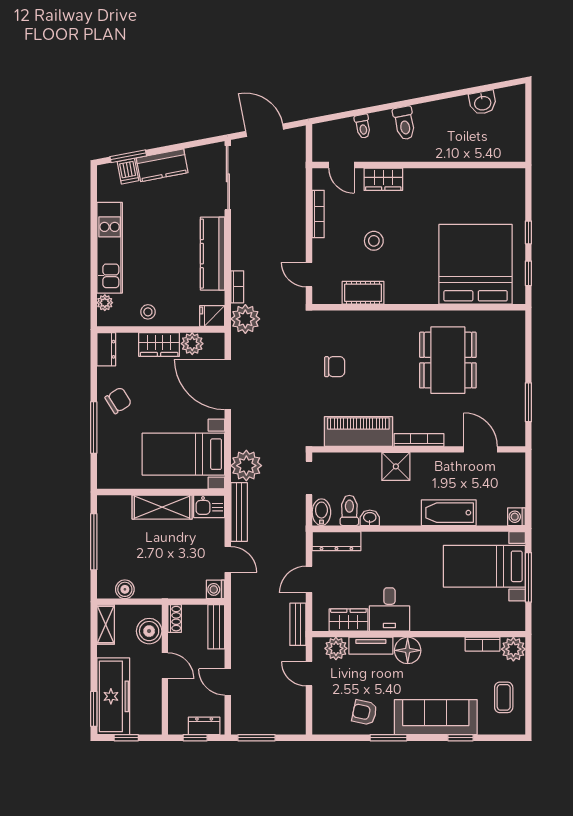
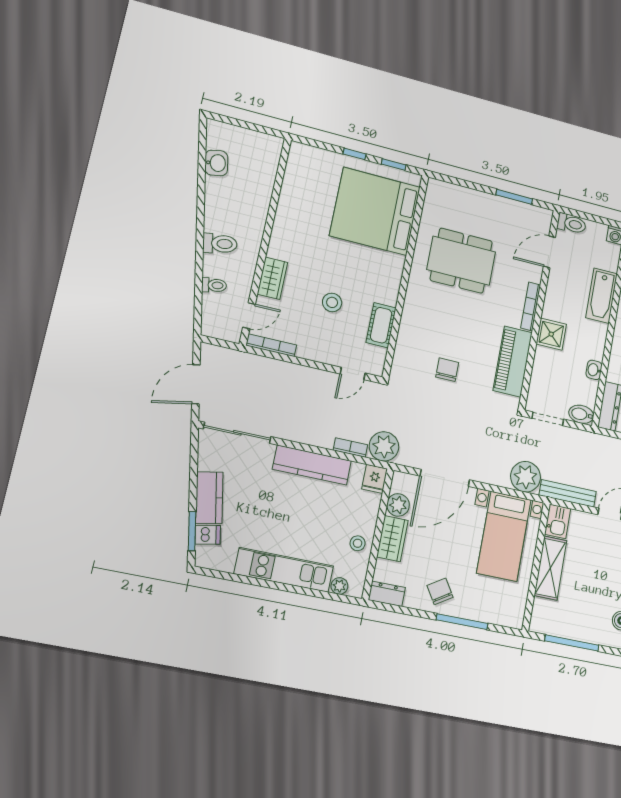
bookcase: (318, 214) -> (271, 345), moved
toilet: (349, 510) -> (571, 224), moved, turned 180

